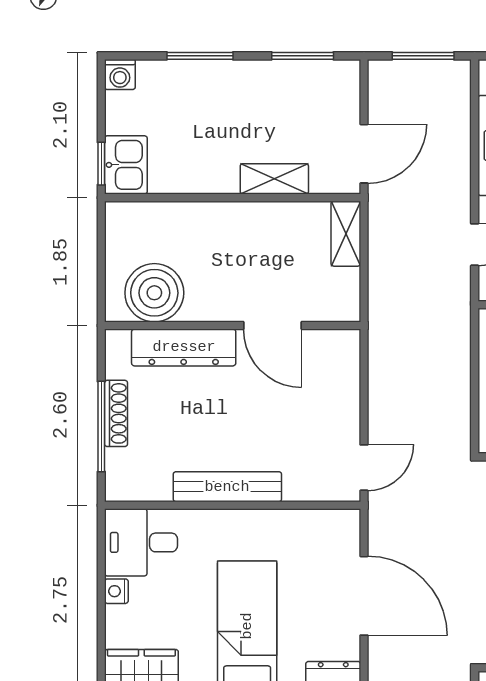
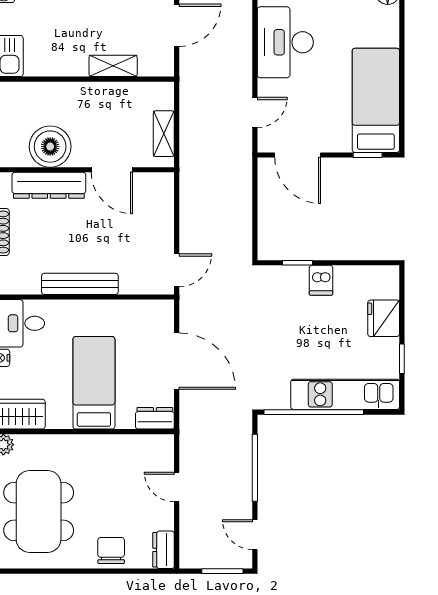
door: (364, 154) -> (177, 25), moved
shelving: (346, 234) -> (164, 134), moved
boiler: (154, 293) -> (50, 147), moved

